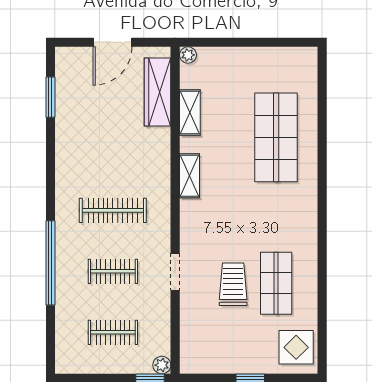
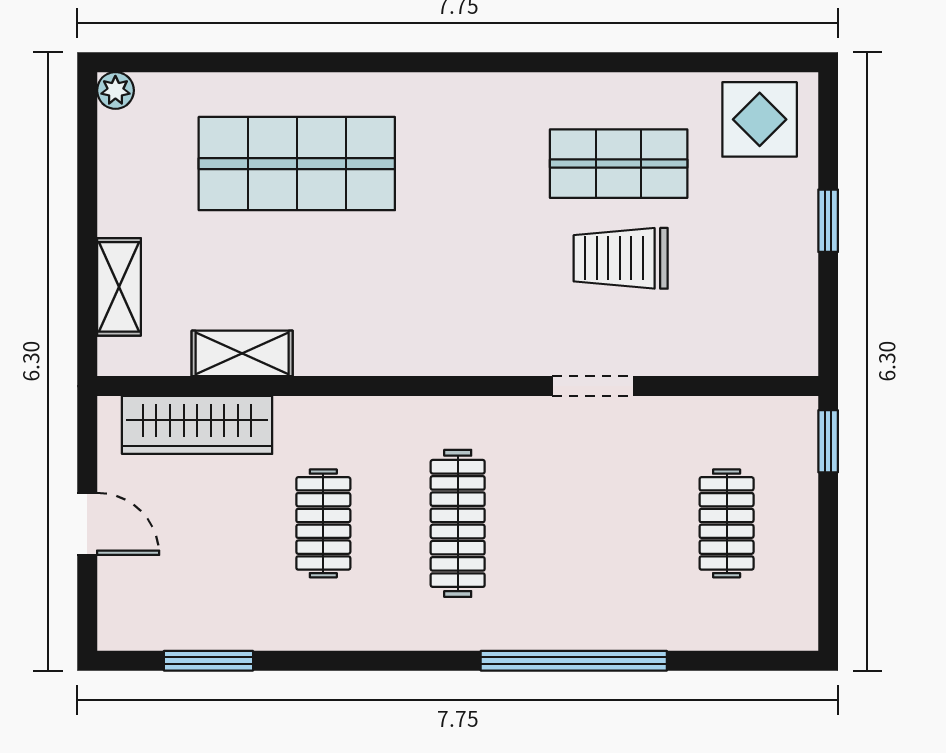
door: (113, 42) -> (87, 524), width x0.73
plant: (188, 55) -> (115, 90), moved
shelving: (190, 176) -> (119, 287), moved, turned 90
clothes rail: (113, 271) -> (323, 523), moved
plant: (162, 365) -> (799, 415), removed

